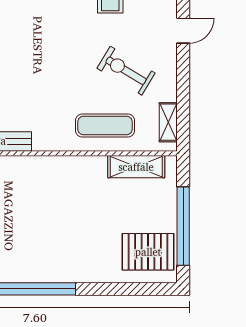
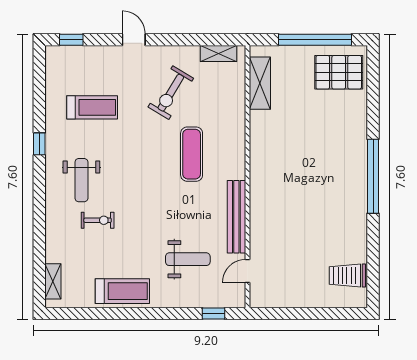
exercise mat: (105, 126) -> (192, 154), moved
pallet: (148, 252) -> (339, 72), turned 90

